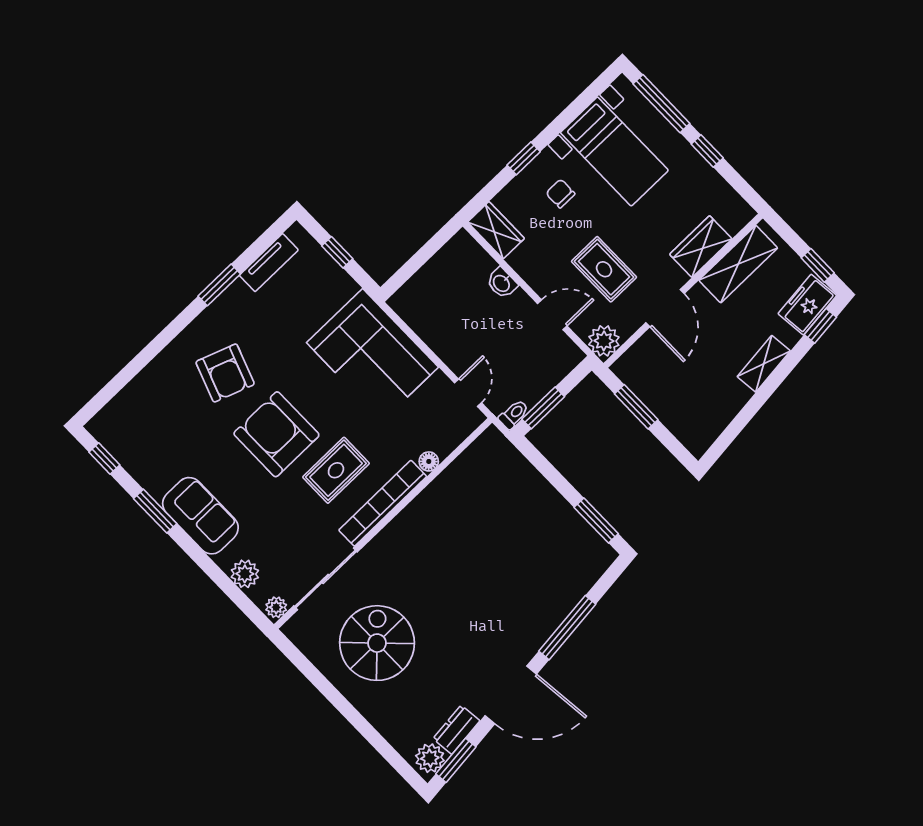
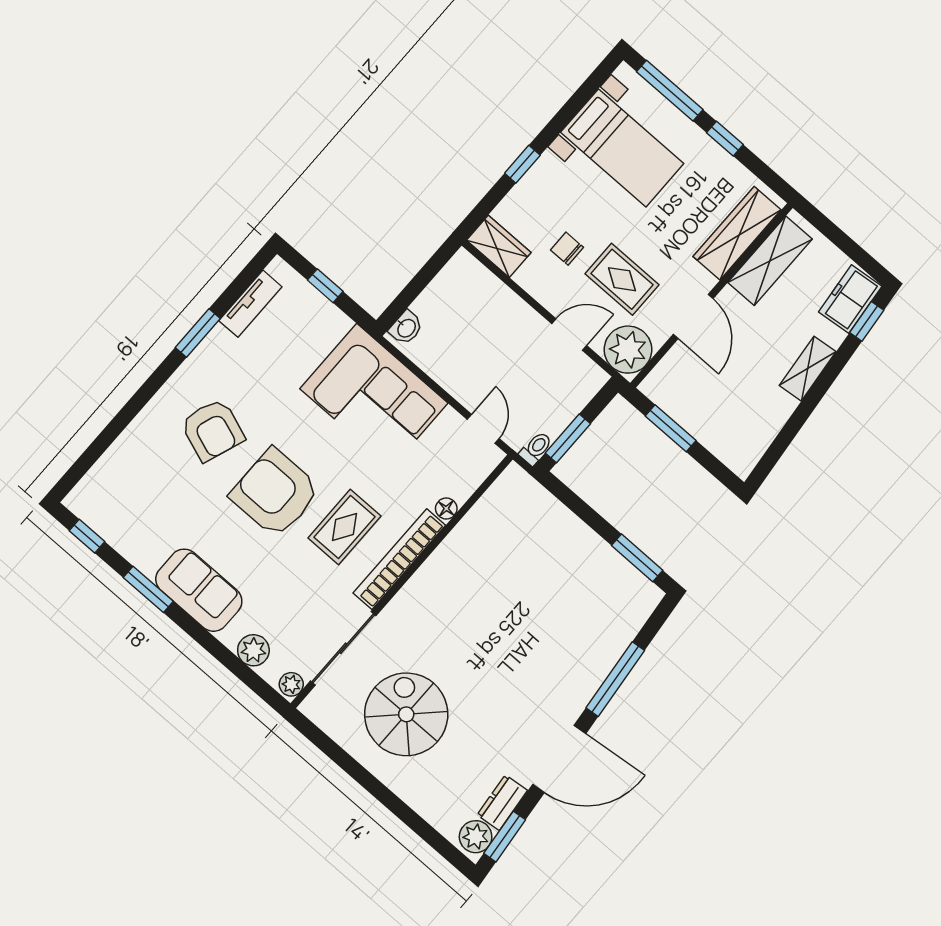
chair: (560, 194) -> (567, 249), moved
wardrobe: (701, 247) -> (737, 233), width x1.50
window: (818, 265) -> (858, 255), removed
washbasin: (502, 283) -> (406, 328), moved, turned -90
plant: (604, 341) -> (628, 350), width x1.36, depth x1.36

